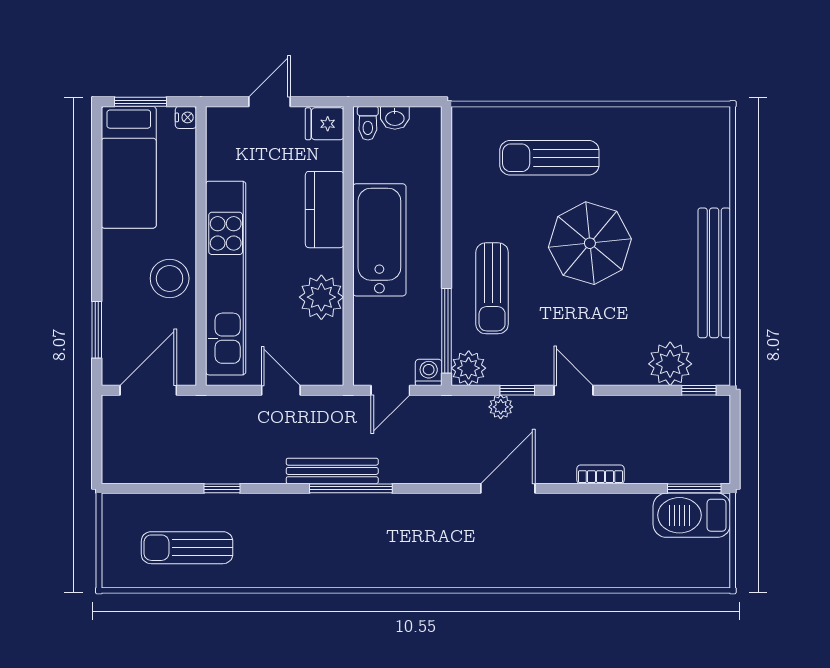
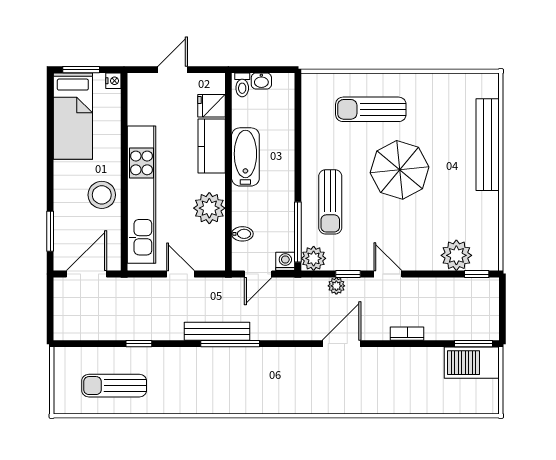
fridge: (325, 124) -> (212, 106), moved
bathtub: (379, 240) -> (245, 157), width x0.73, depth x0.73
bench: (714, 273) -> (488, 145), moved
bidet: (368, 333) -> (242, 234), added

